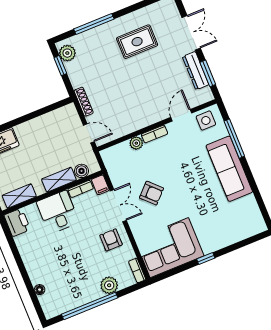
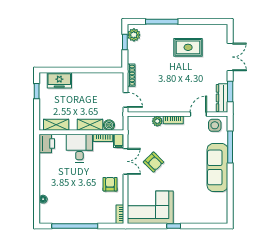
dresser: (196, 71) -> (222, 98), moved
plant: (109, 285) -> (95, 217), removed

